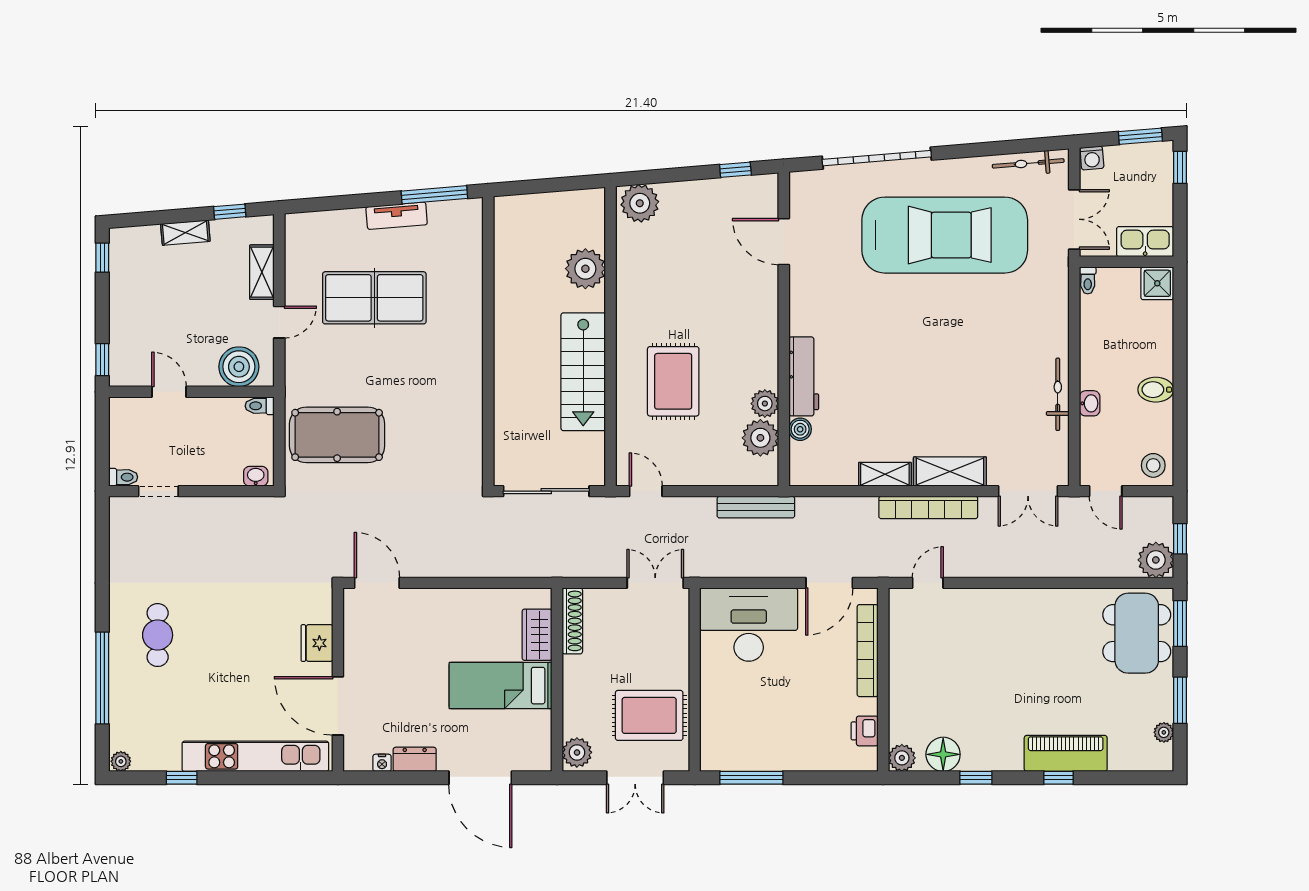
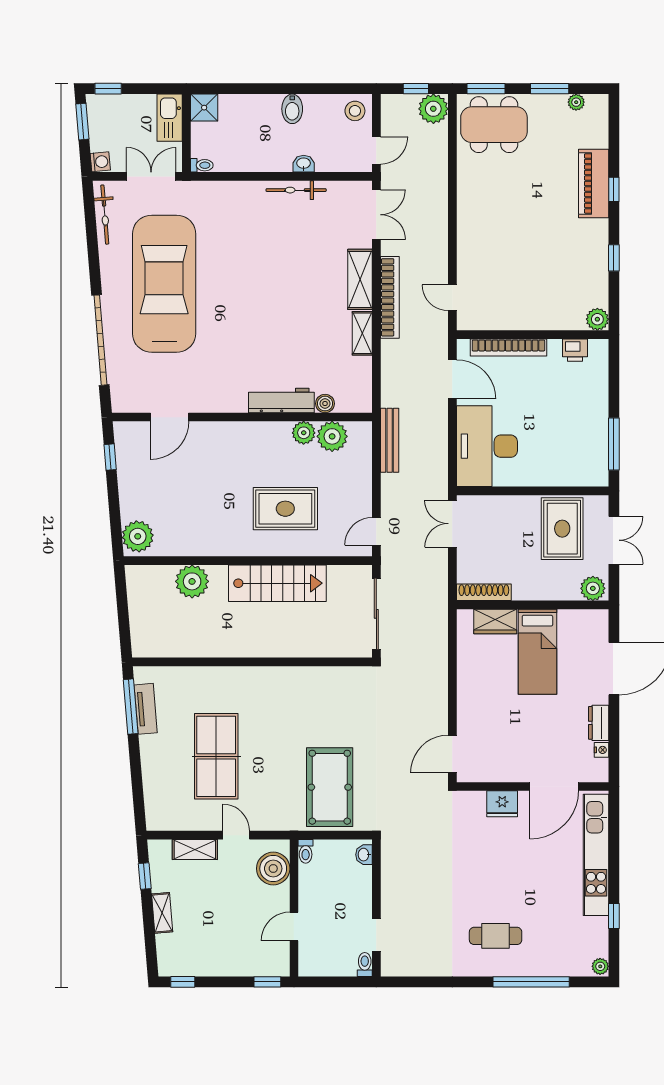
tv unit: (397, 216) -> (146, 709), moved
floor lamp: (943, 754) -> (594, 285), removed

